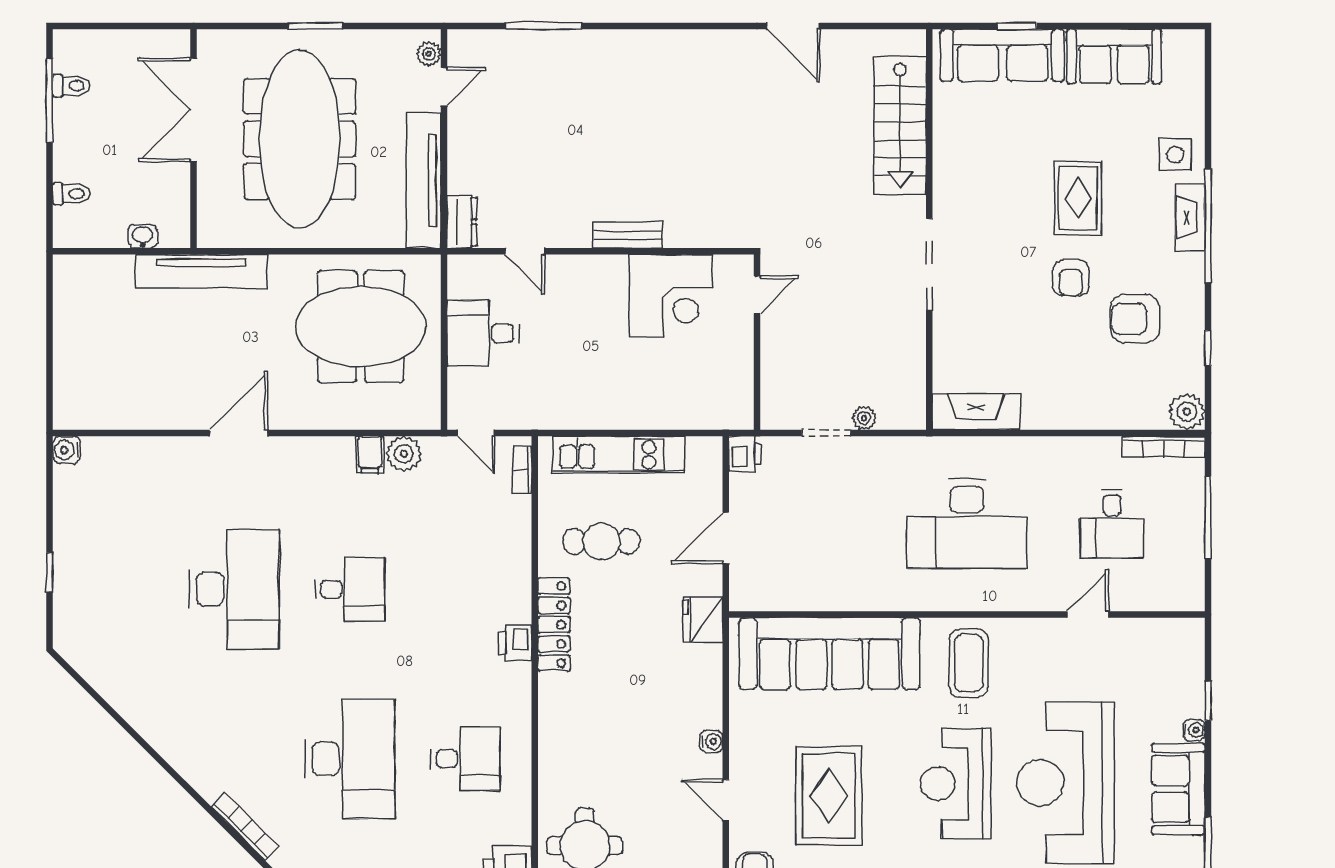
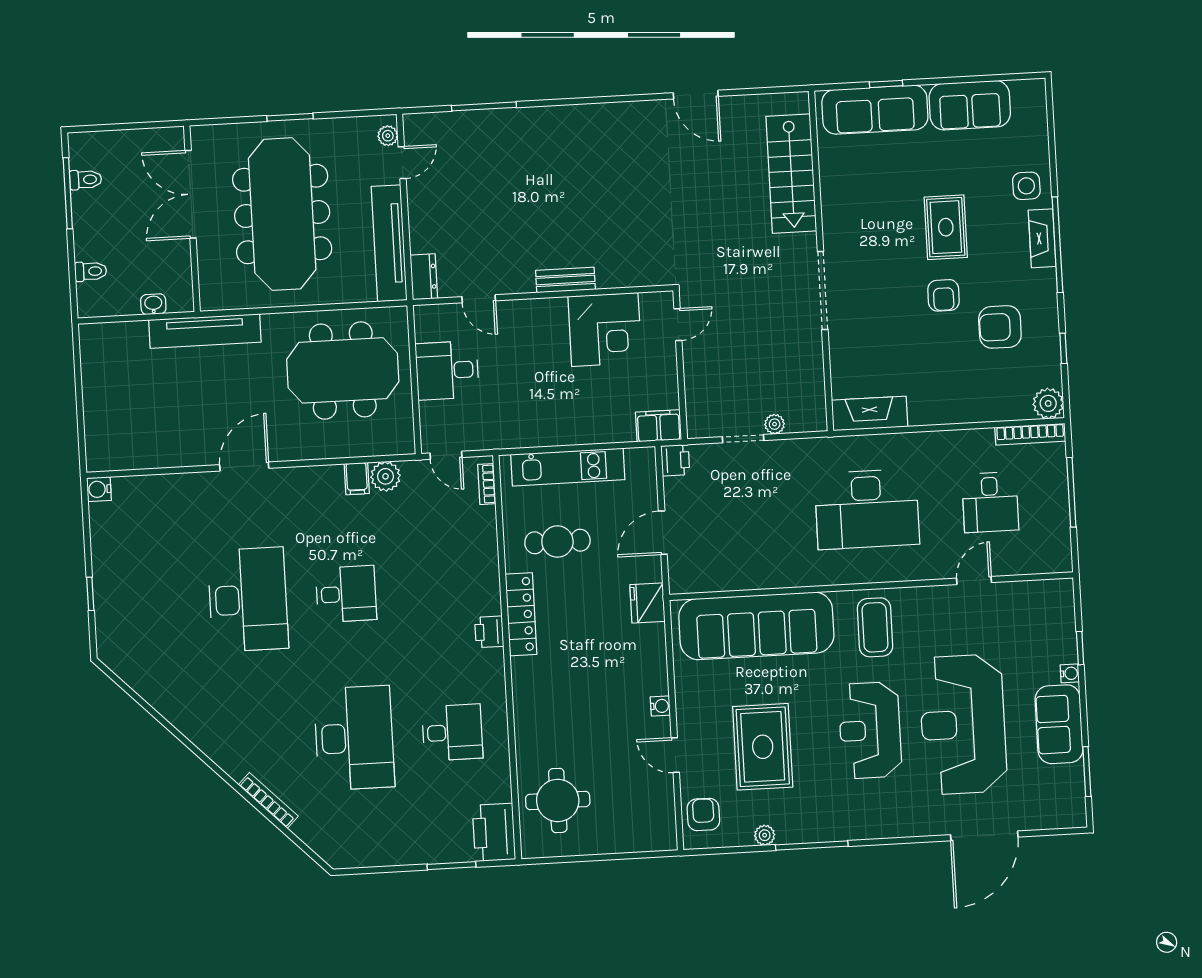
filing cabinet: (728, 412) -> (659, 426), added

